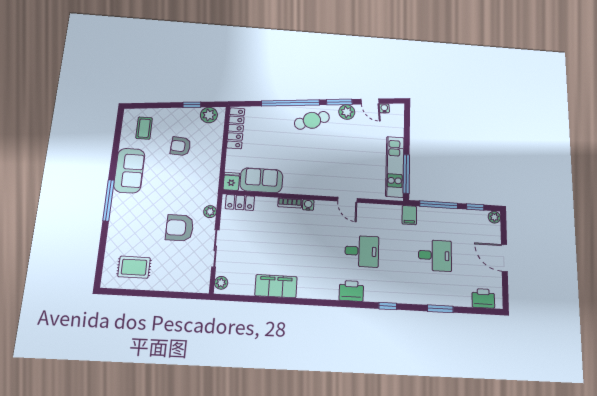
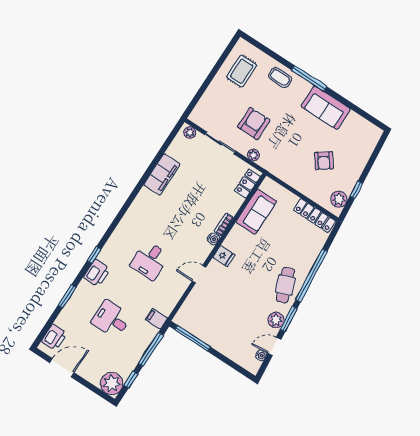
coffee table: (144, 128) -> (280, 78), moved
armchair: (181, 146) -> (324, 161), turned 140
kitchen unit: (395, 167) -> (204, 332), removed
fridge: (231, 181) -> (224, 256), moved
plant: (494, 217) -> (112, 383), width x1.88, depth x1.88
desk: (435, 255) -> (111, 319), turned 90
door: (504, 258) -> (62, 368), moved
printer: (351, 291) -> (97, 273), moved

